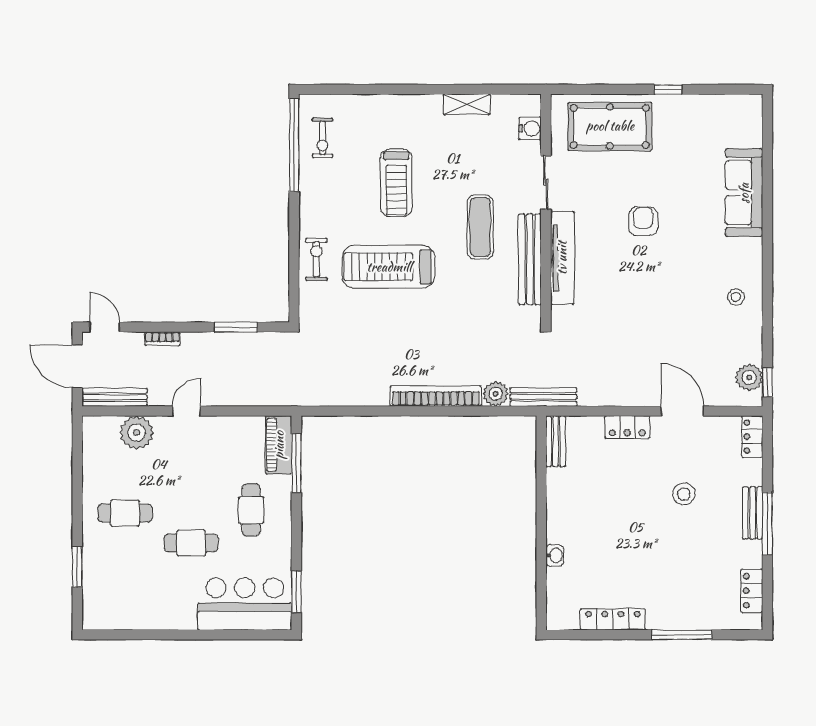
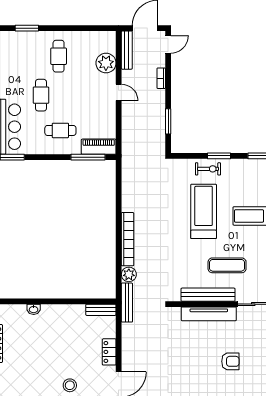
window: (294, 241) -> (219, 156), added

